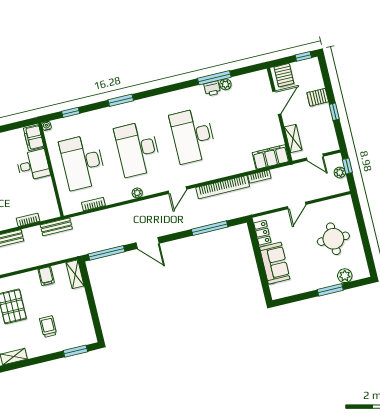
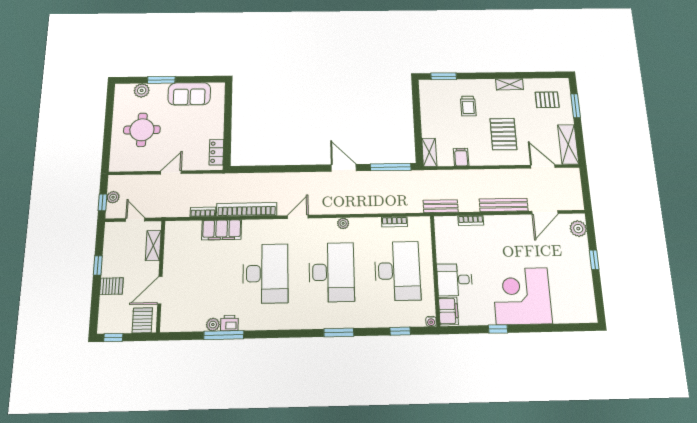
filing cabinet: (271, 157) -> (222, 230), moved
window: (210, 228) -> (272, 169), removed
sofa: (275, 263) -> (189, 94), moved, turned -90

